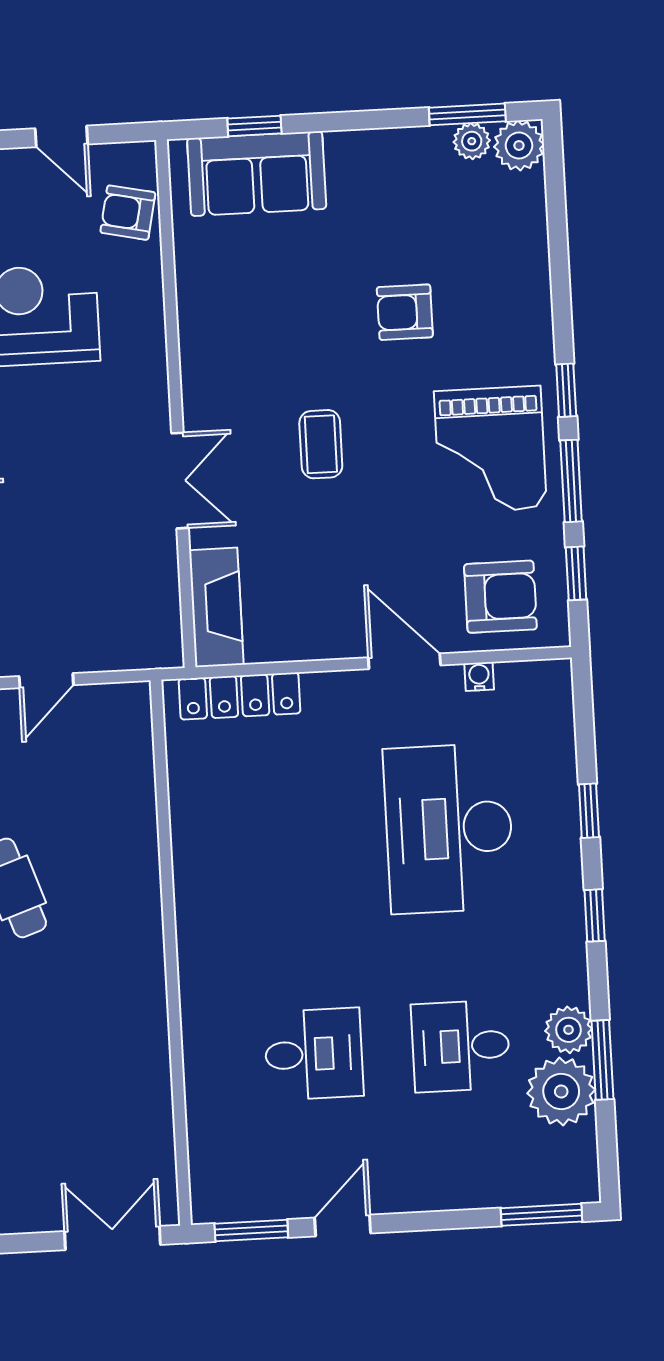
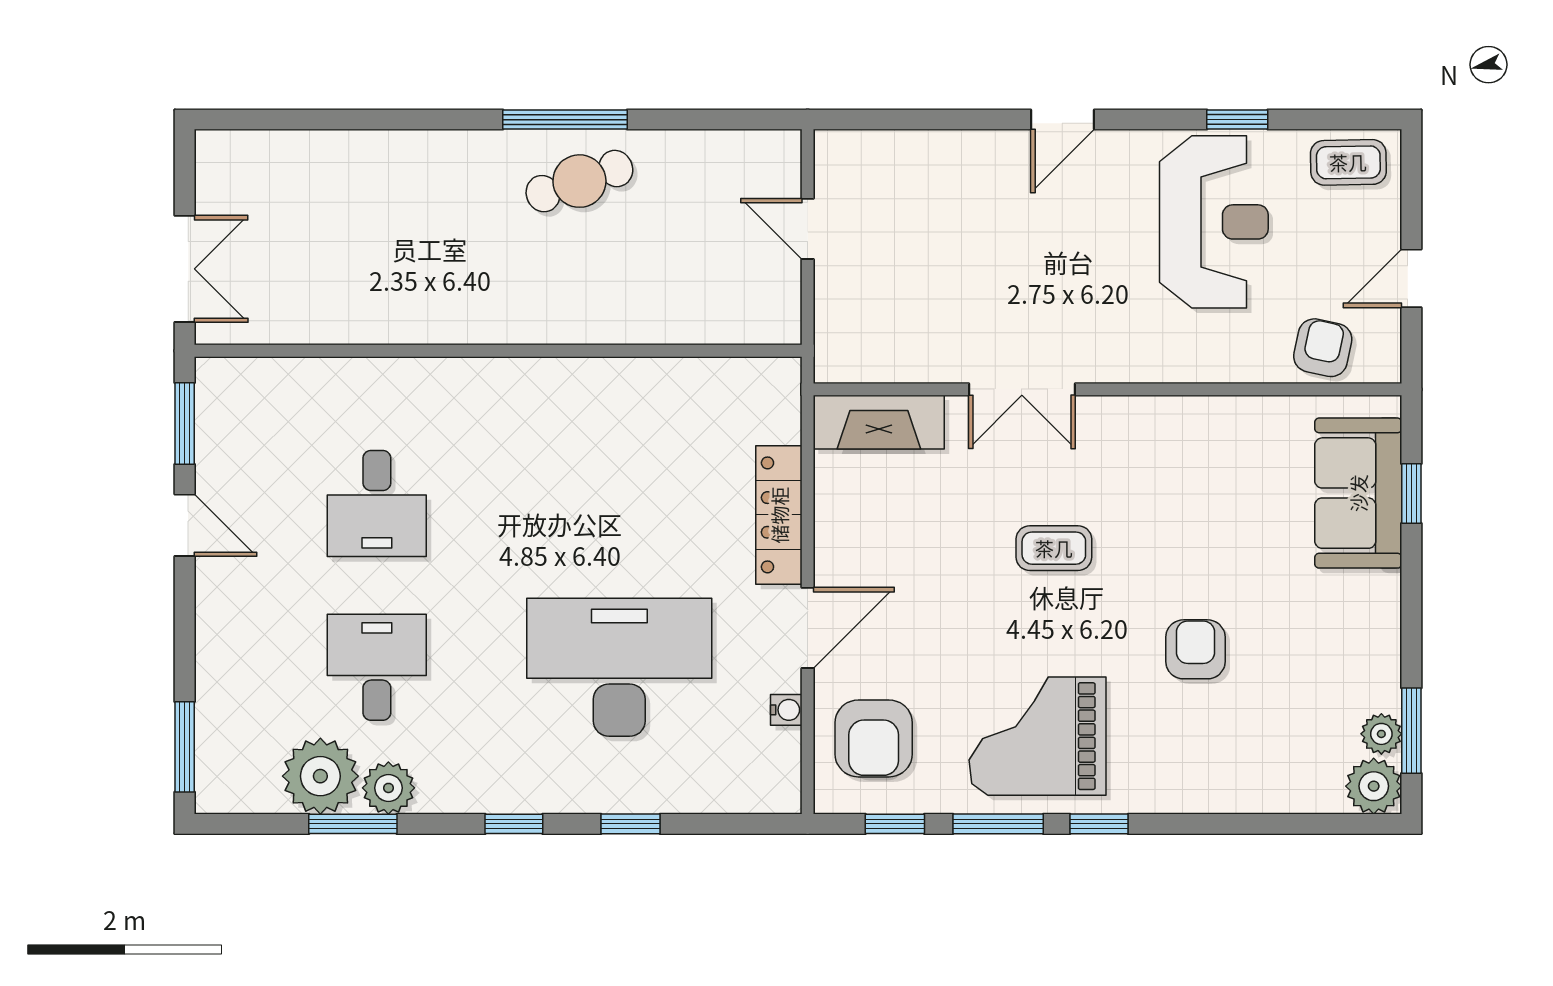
locker: (240, 696) -> (779, 515), moved

